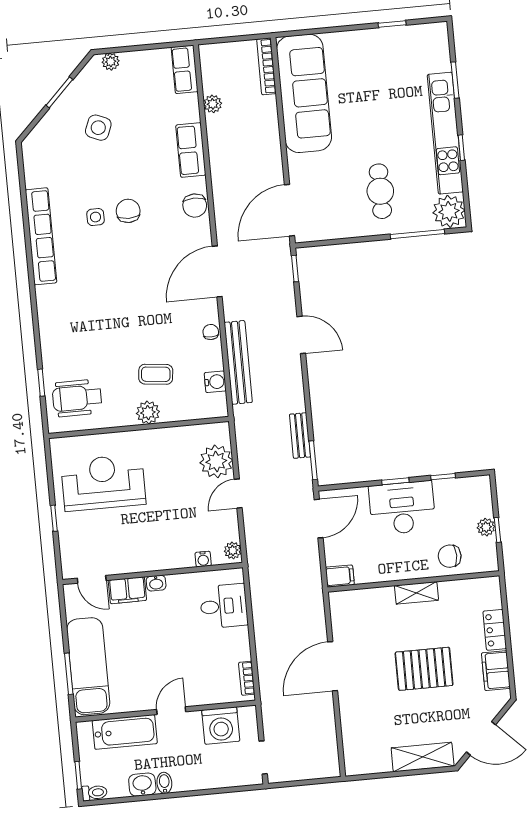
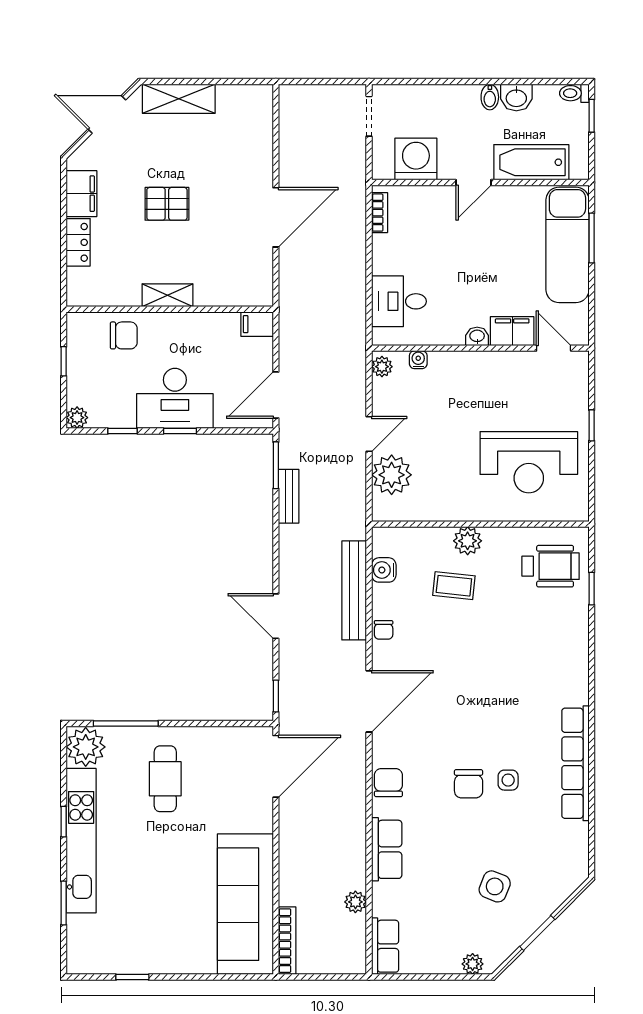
plant: (486, 527) -> (77, 418), moved
pallet: (424, 669) -> (167, 204), width x0.67, depth x0.71

